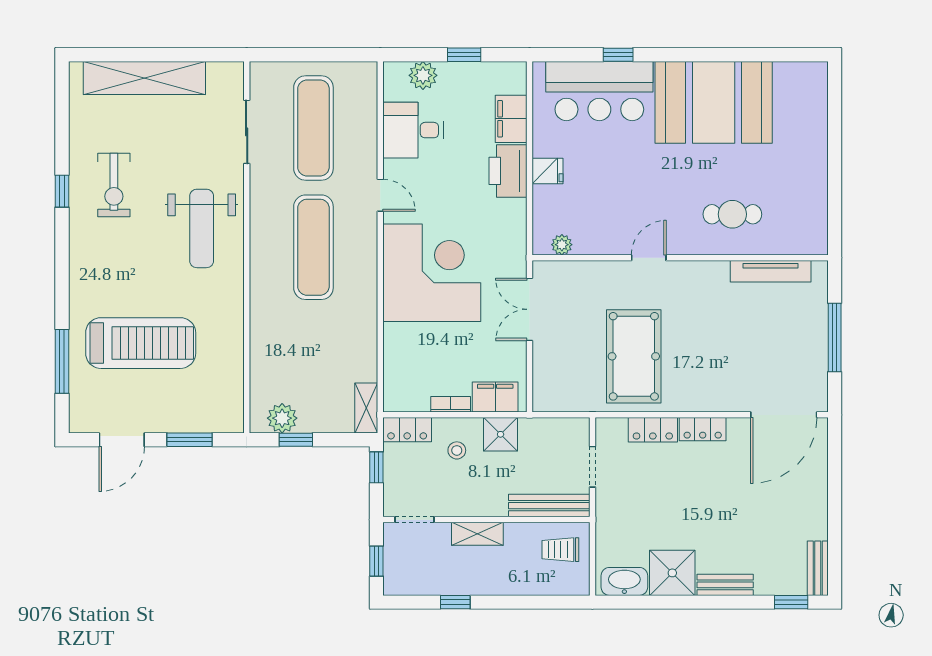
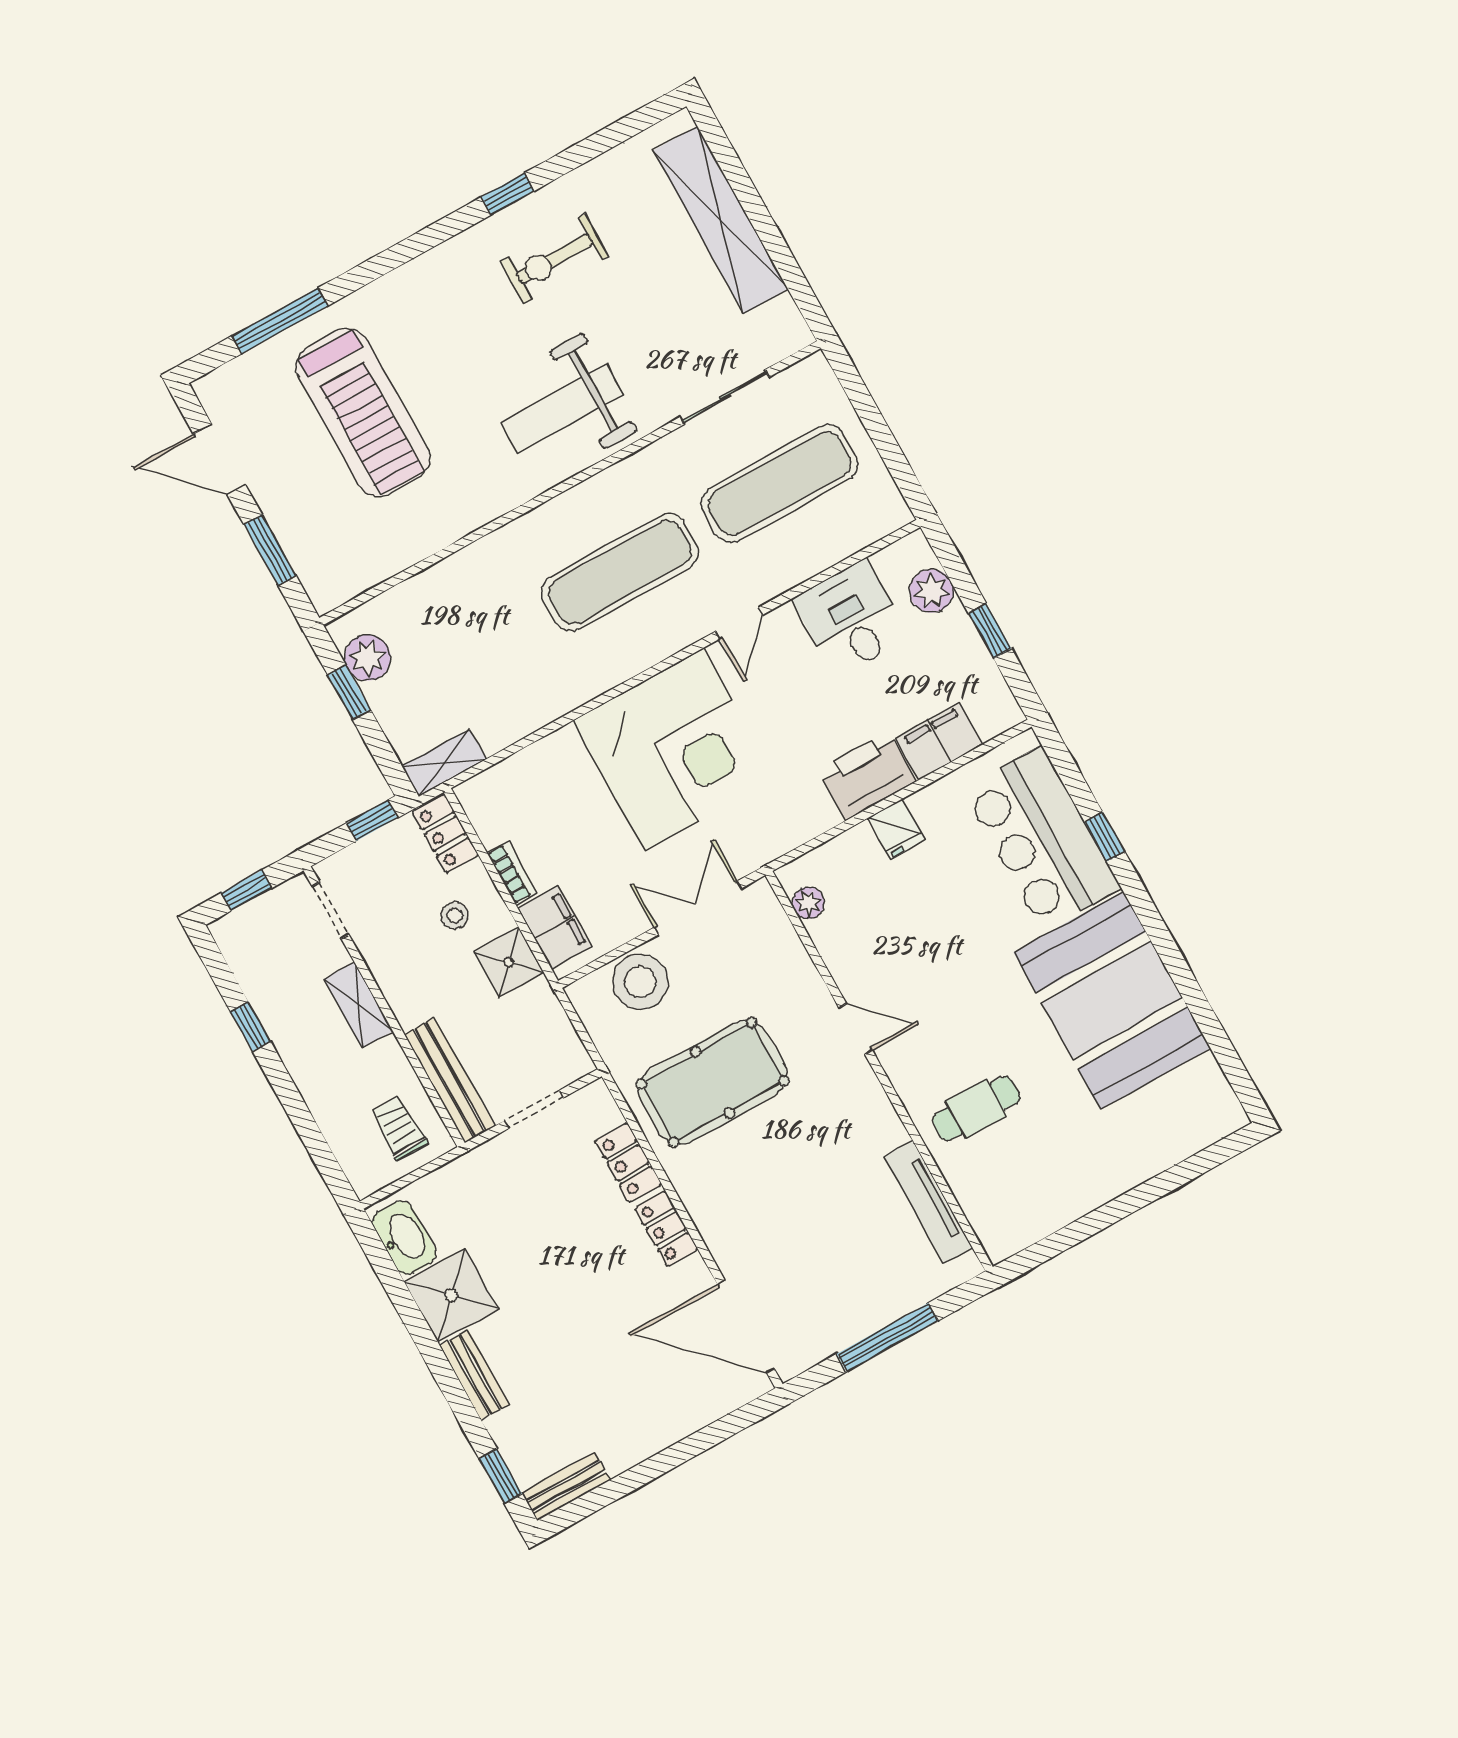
cafe table: (732, 214) -> (976, 1109), turned 90
stool: (553, 366) -> (640, 982), added

